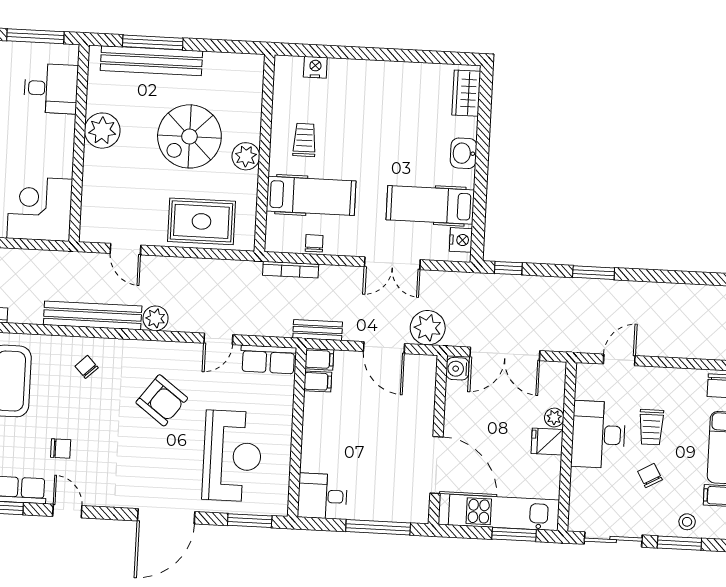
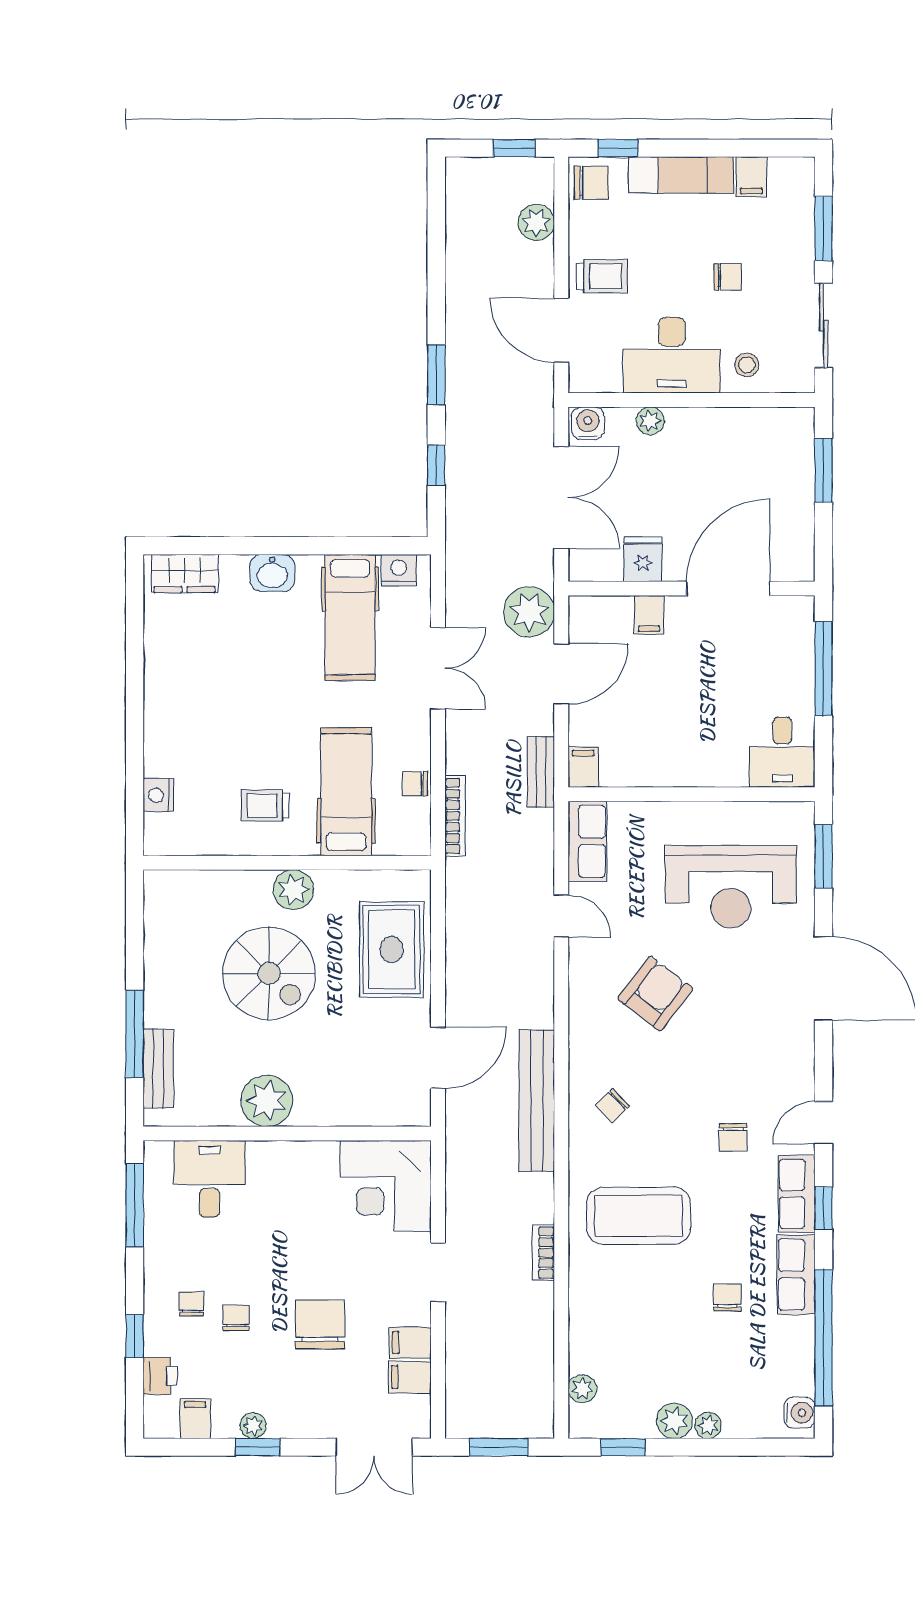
bench: (151, 61) -> (158, 1069), width x0.54, depth x0.82
door: (126, 249) -> (438, 1058), width x1.38
window: (508, 268) -> (436, 465), moved
plant: (155, 318) -> (536, 222), moved
door: (619, 360) -> (561, 330), width x1.38
water cooler: (457, 369) -> (588, 423), moved, turned 180
filing cabinet: (318, 381) -> (649, 615), moved, turned 180
trolley: (651, 427) -> (602, 276), moved
fridge: (547, 441) -> (643, 559), moved, turned 180
chair: (61, 449) -> (733, 1137), turned 180
reception desk: (232, 456) -> (731, 887), turned 180
chair: (650, 476) -> (727, 277), turned -151
kitchen unit: (504, 513) -> (792, 487), removed
stool: (687, 522) -> (747, 365), moved

